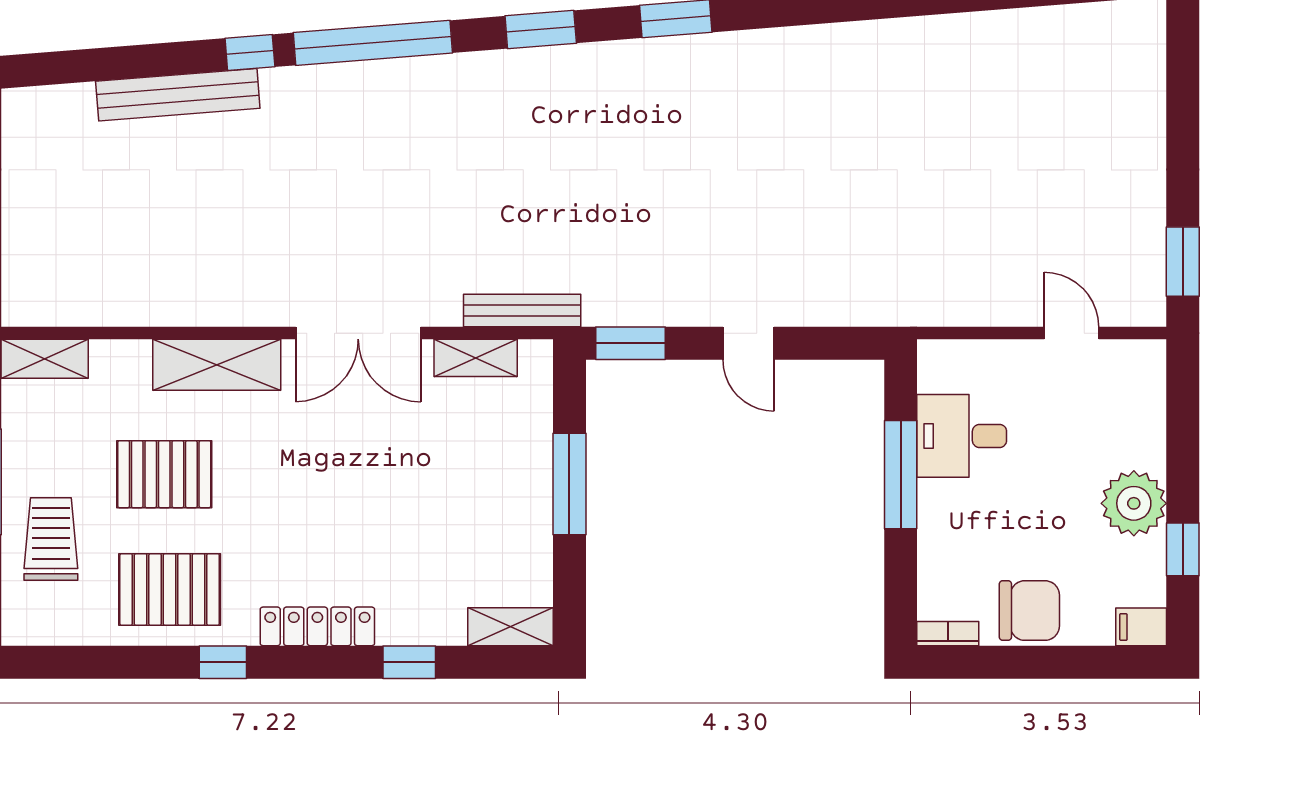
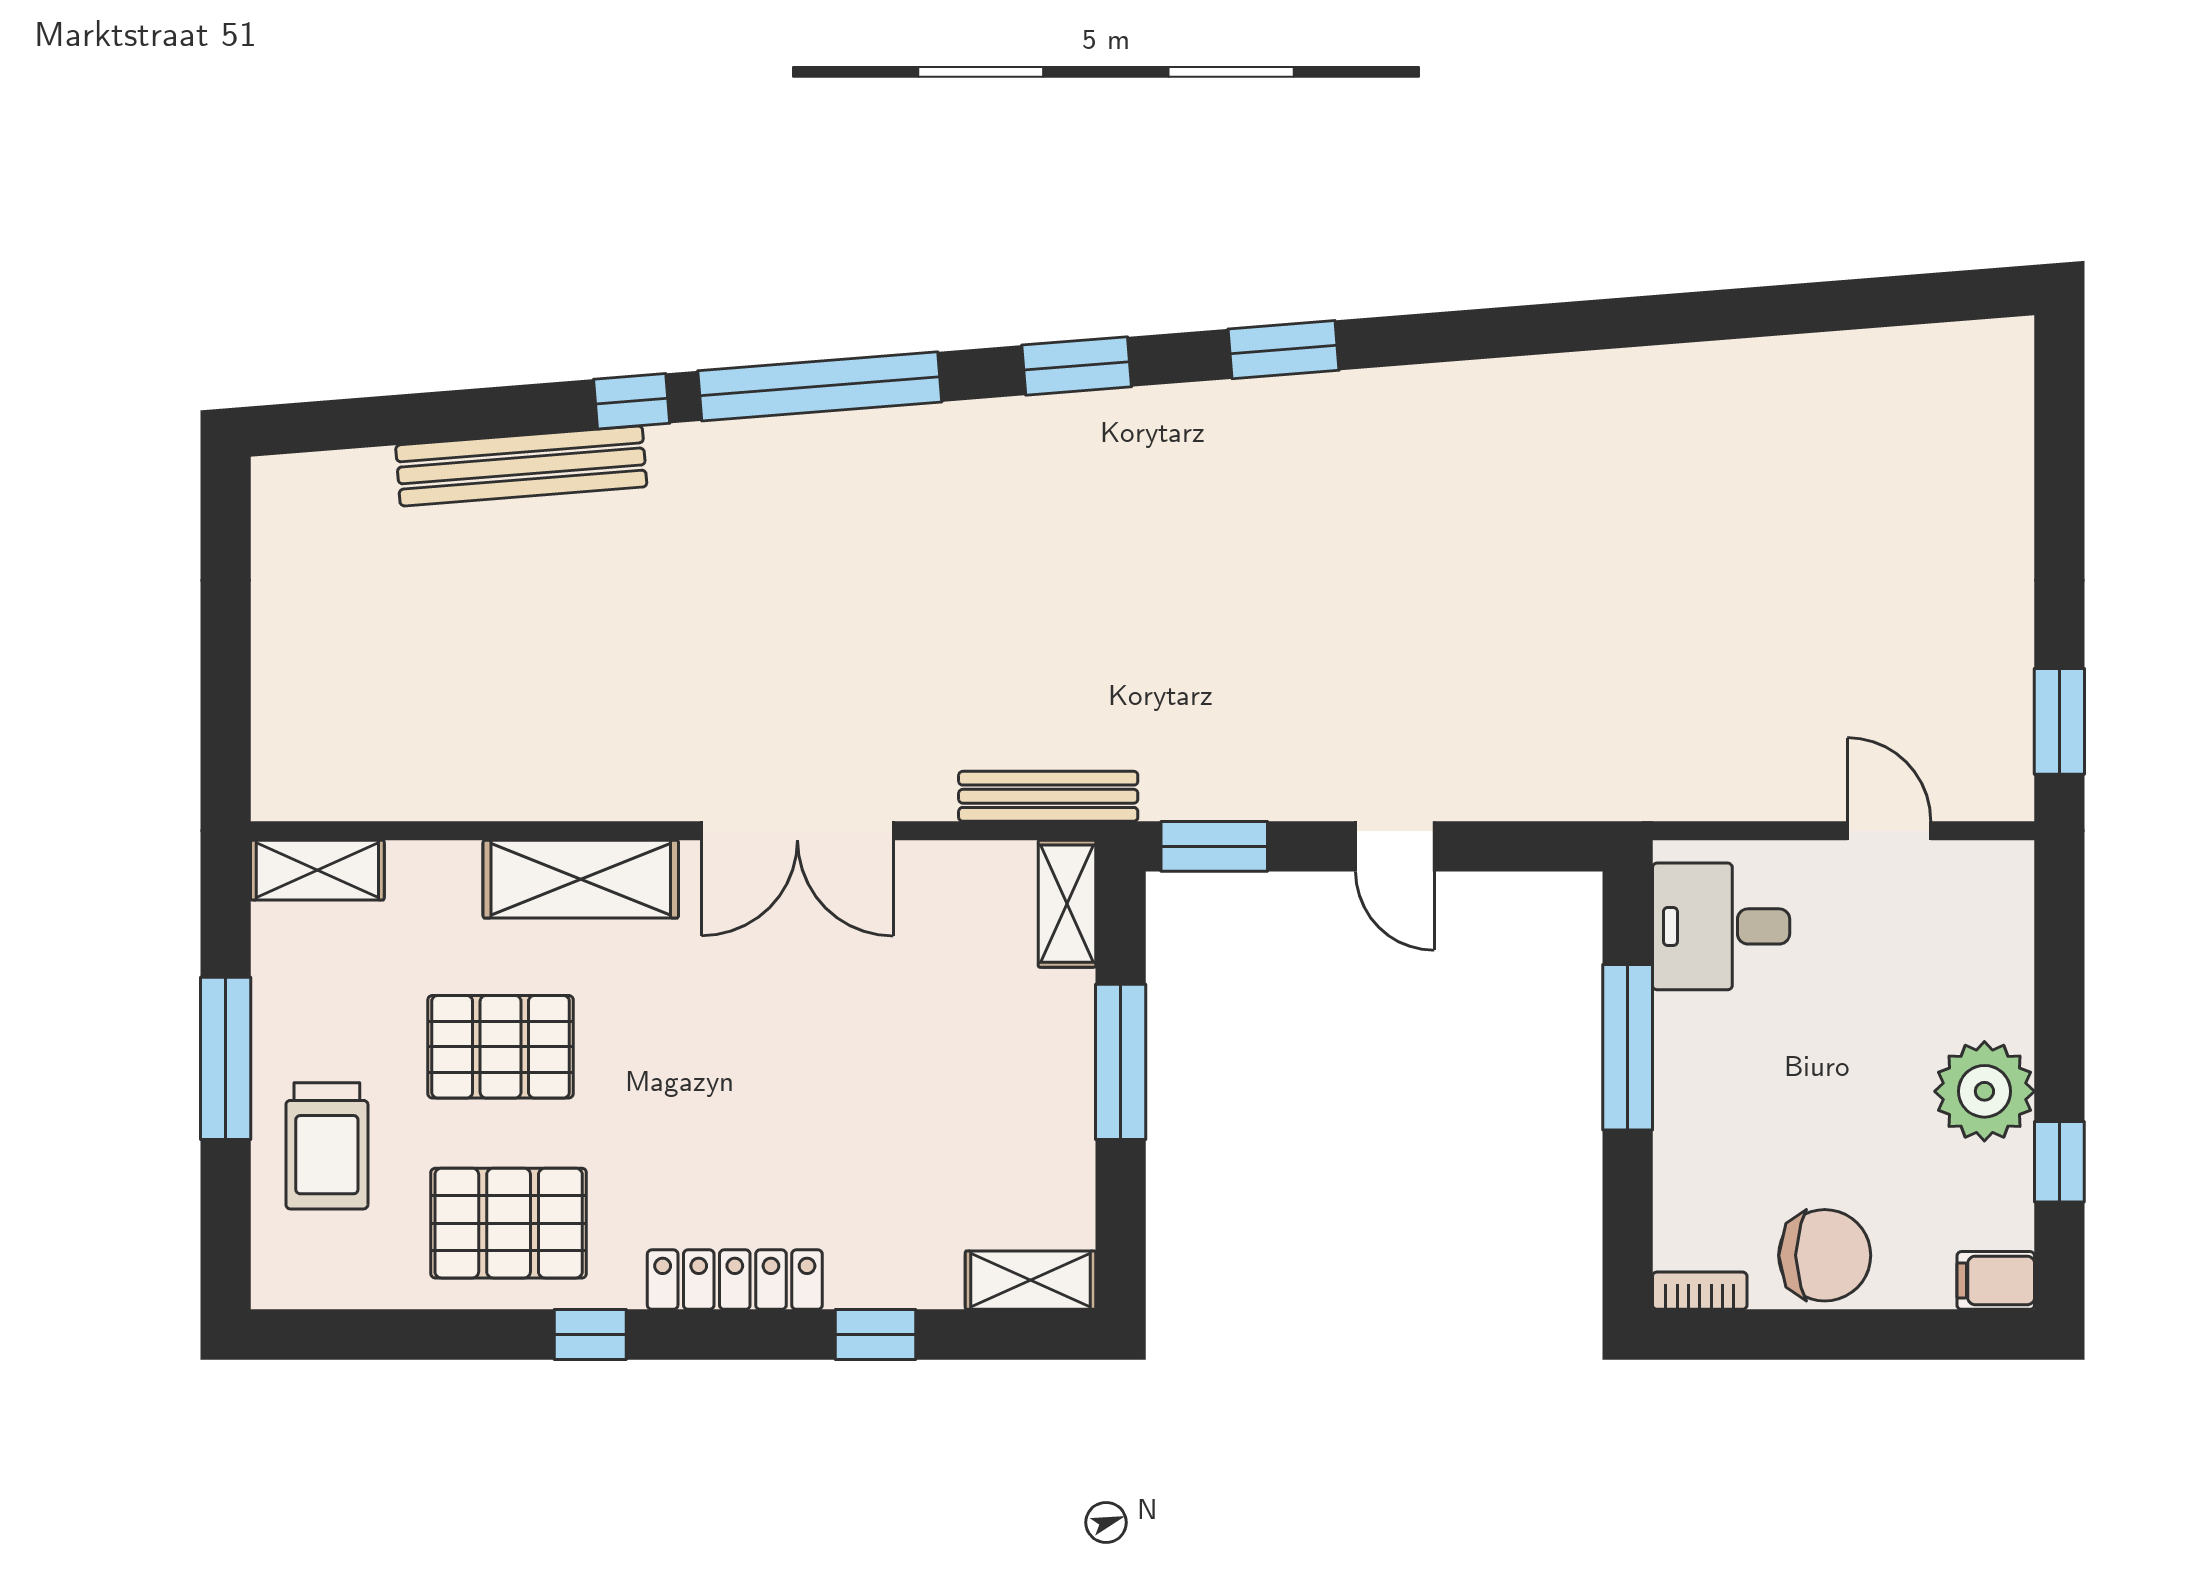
shelving: (476, 358) -> (1067, 904), moved, turned 90
desk: (962, 436) -> (1721, 926), moved
trolley: (51, 539) -> (327, 1146), turned 180

